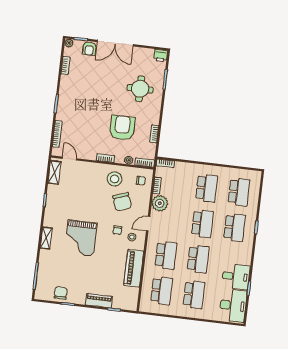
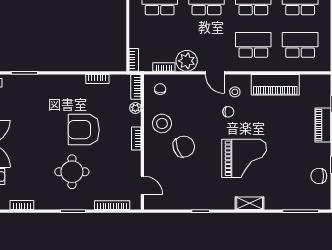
round table: (140, 89) -> (72, 172), moved
armchair: (122, 128) -> (84, 130), moved
door: (69, 159) -> (142, 185), swing flipped
shelving: (54, 172) -> (163, 203), removed
chair: (122, 202) -> (184, 147), moved

